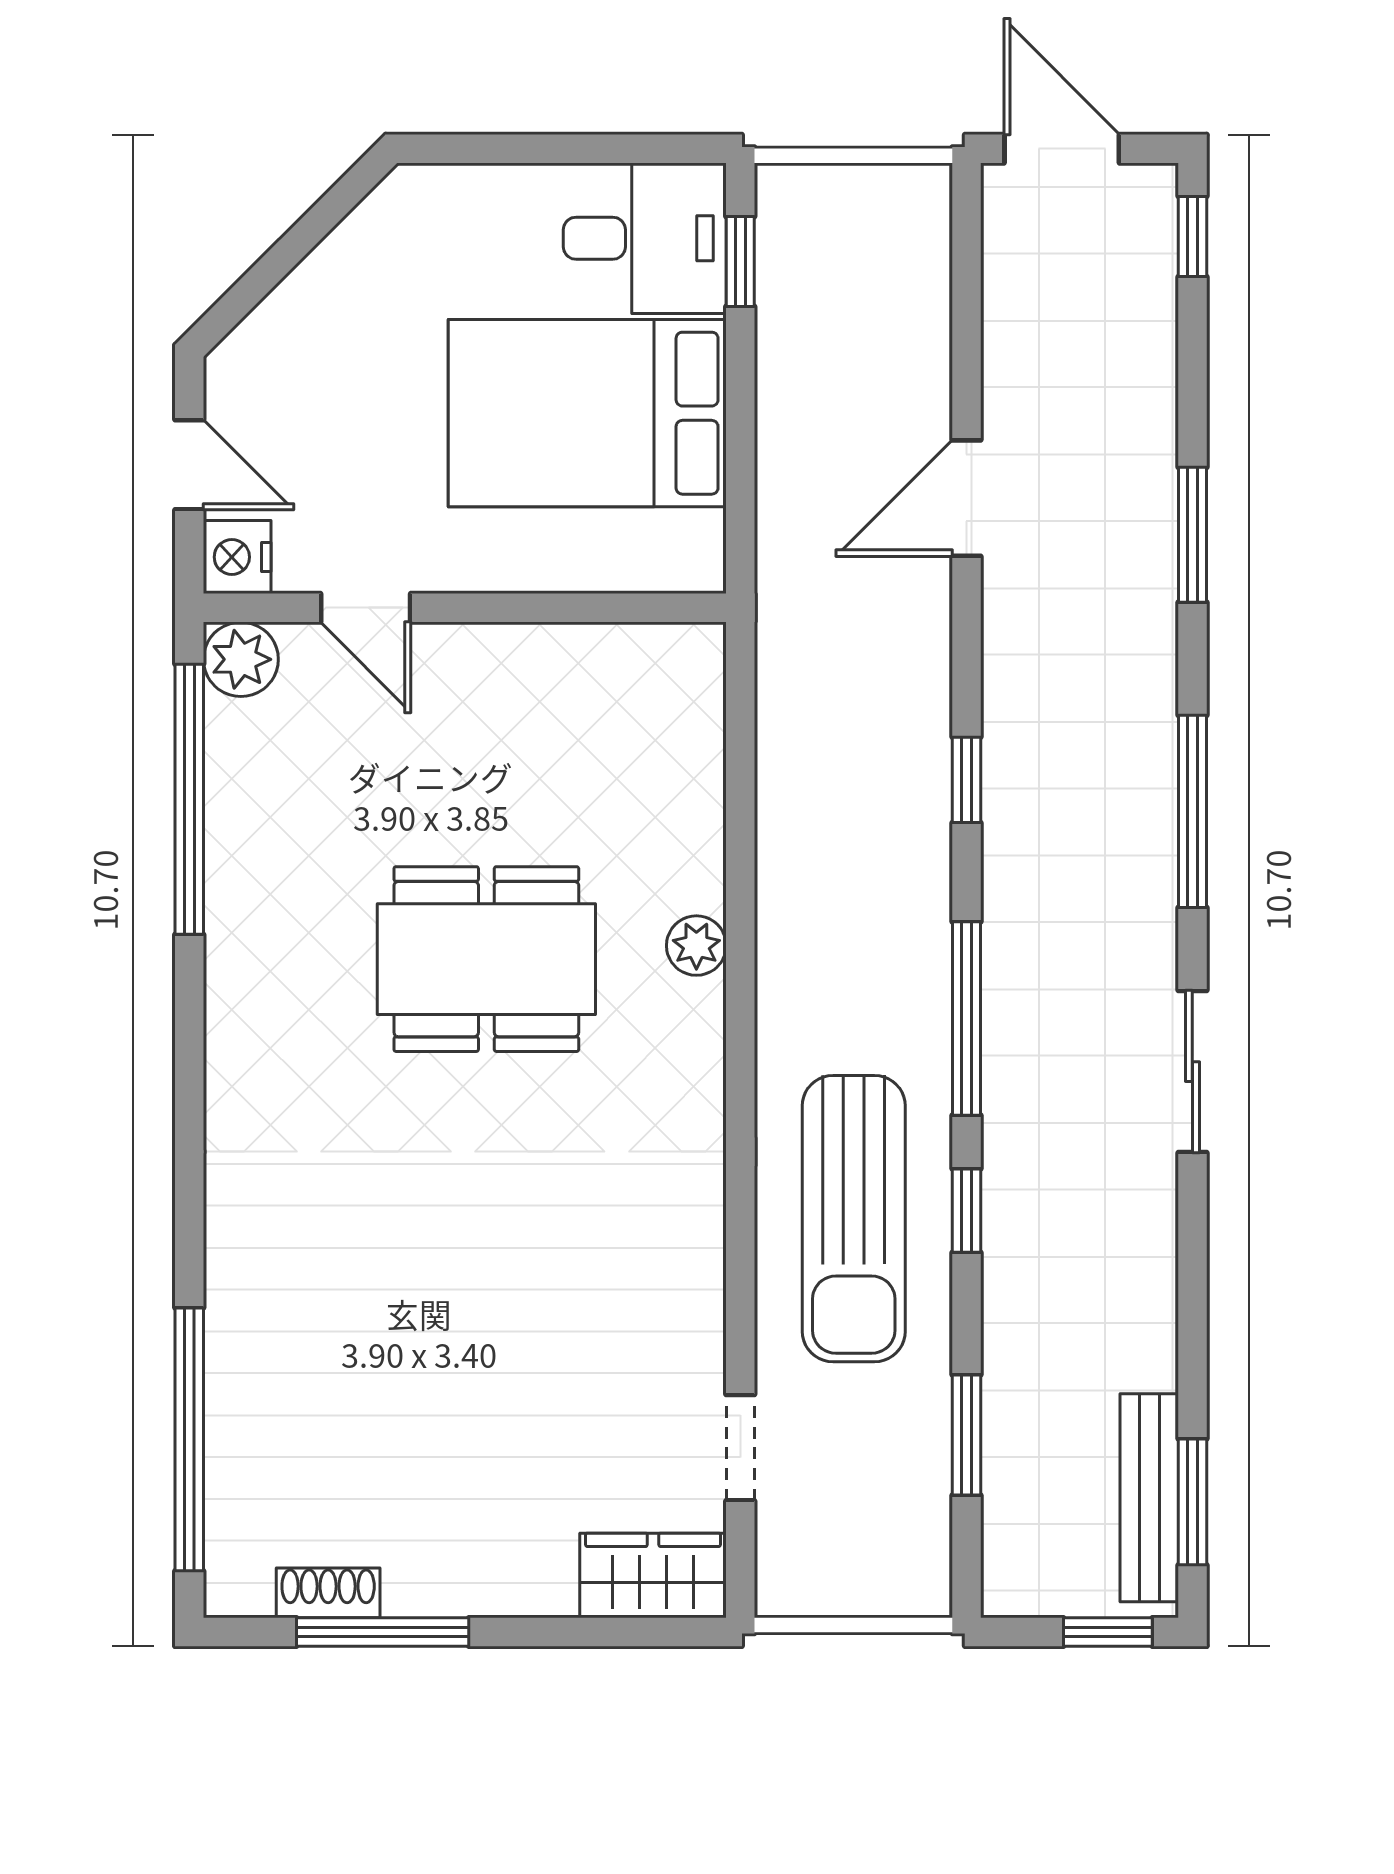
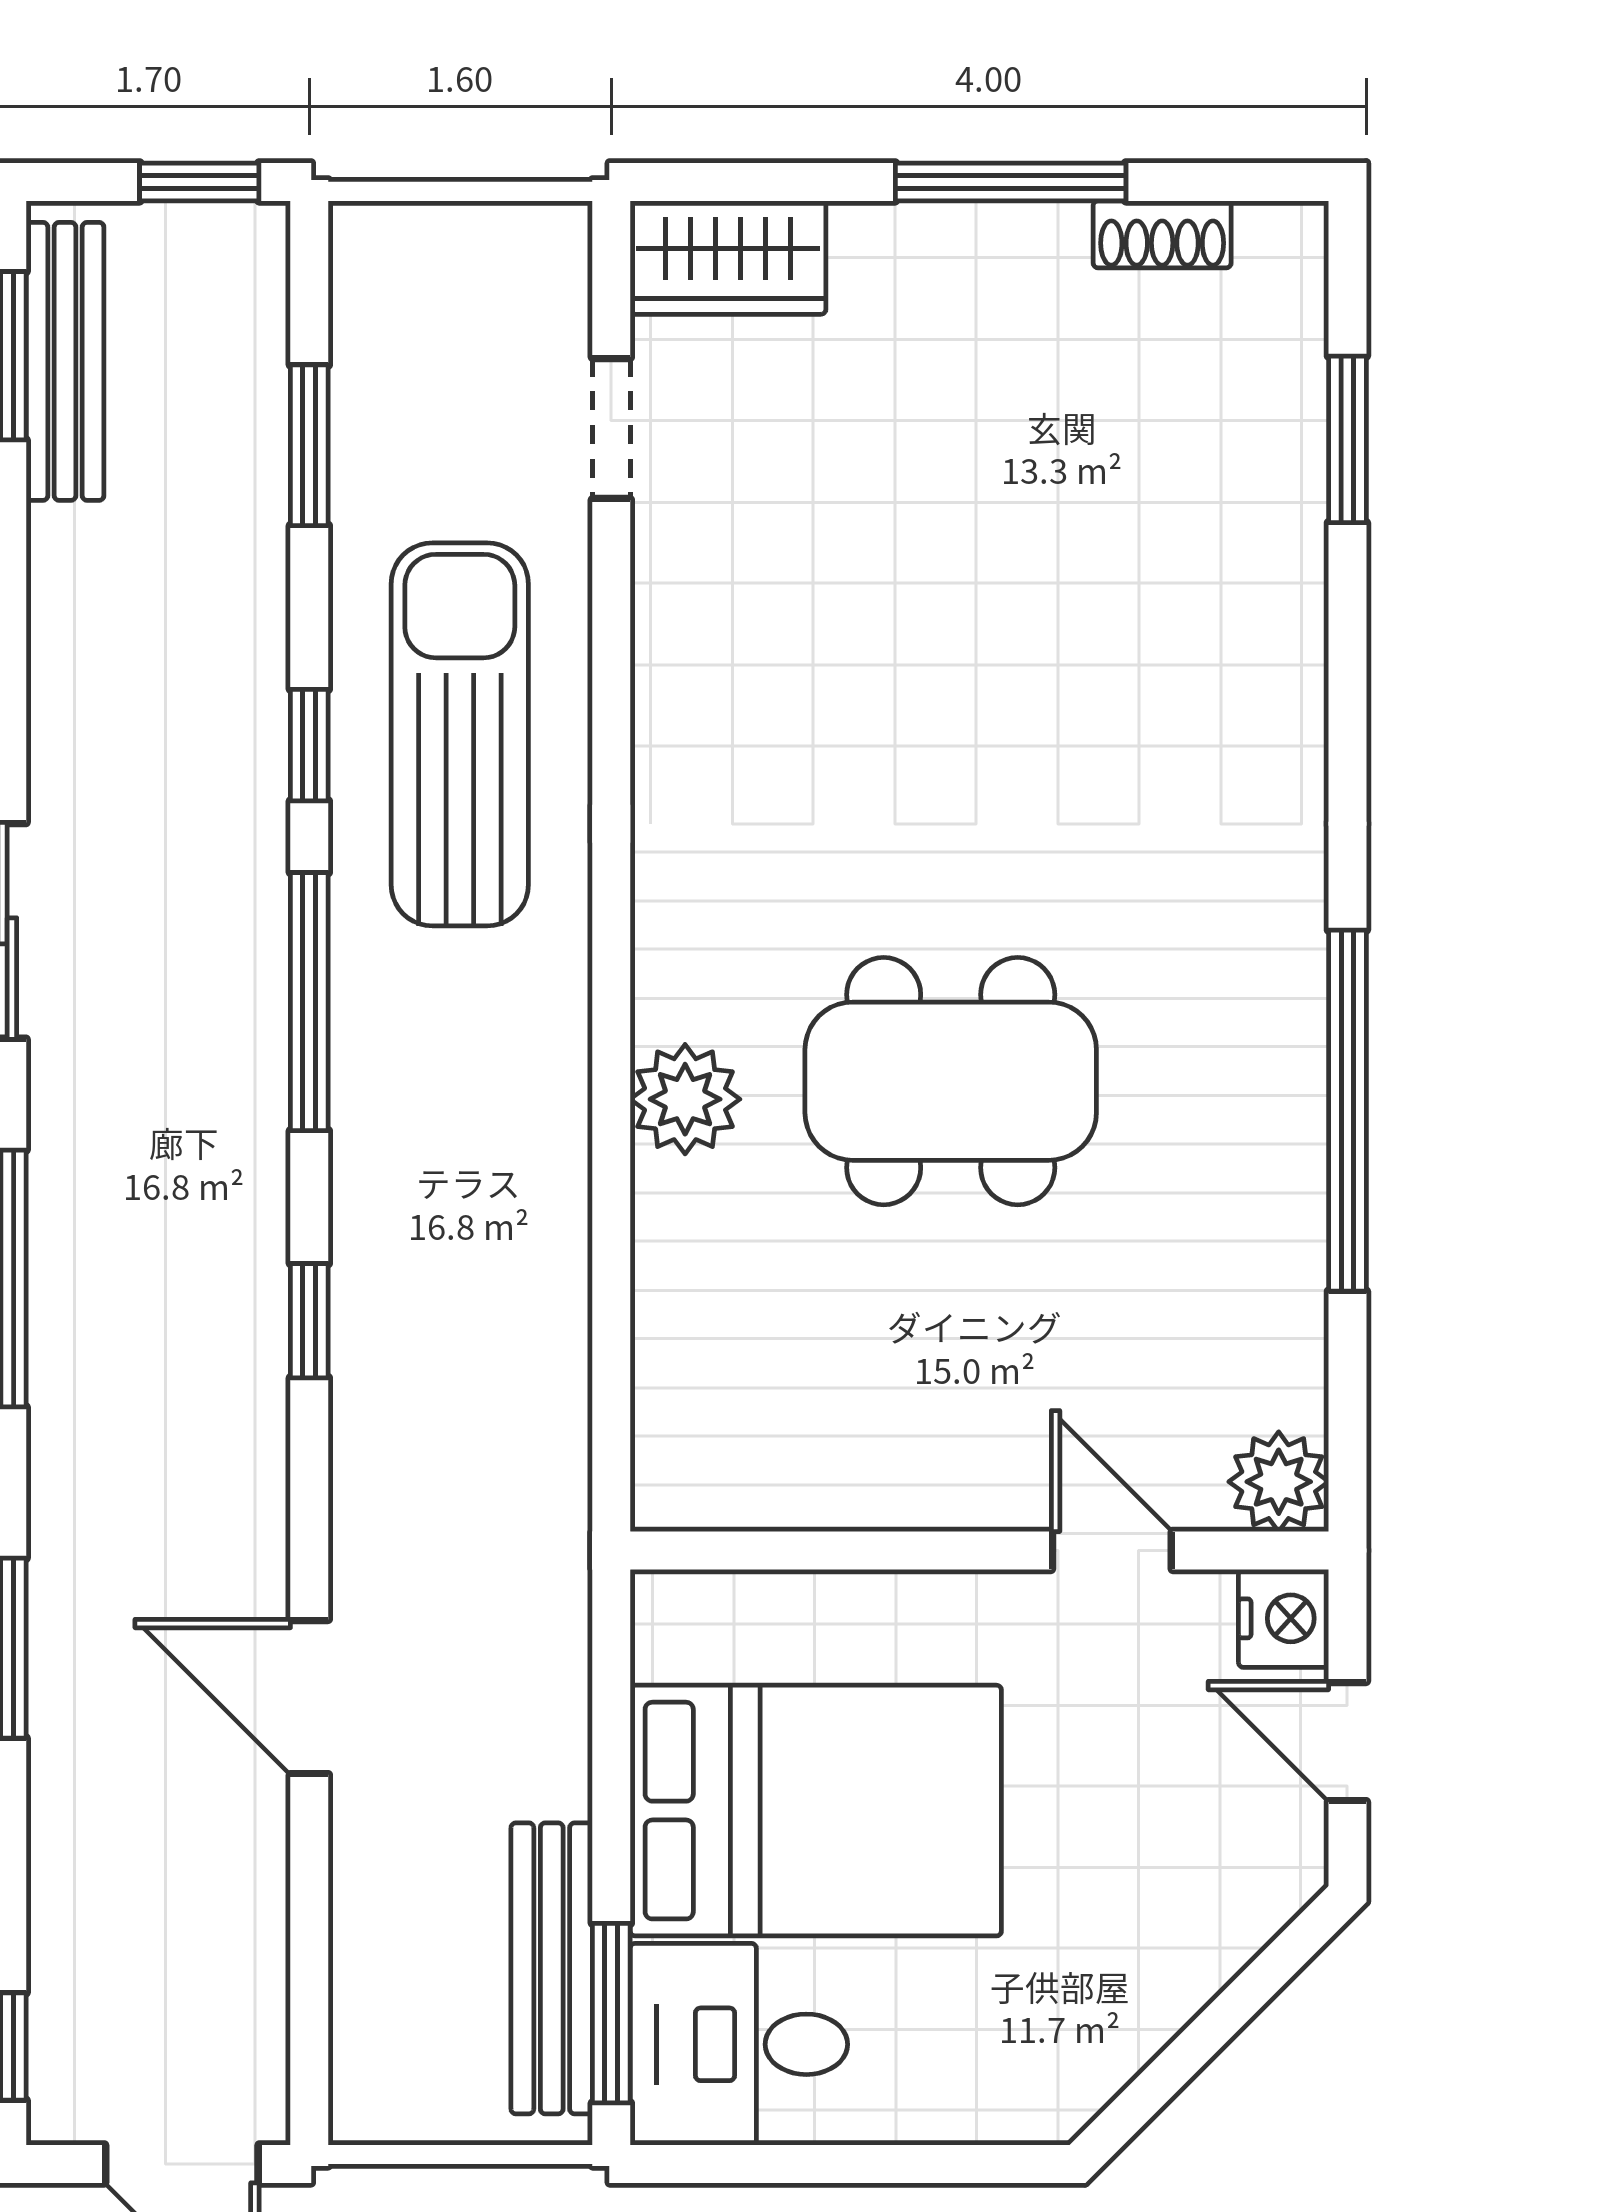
window: (740, 262) -> (611, 2013), width x1.50
bench: (785, 295) -> (552, 1968), added
door: (966, 498) -> (309, 1697), swing flipped
window: (189, 799) -> (1347, 1111), moved
plant: (696, 946) -> (685, 1099), width x1.38, depth x1.38
window: (189, 1439) -> (1347, 439), width x0.47
window: (383, 1632) -> (1011, 182), moved
window: (1108, 1632) -> (199, 182), moved

